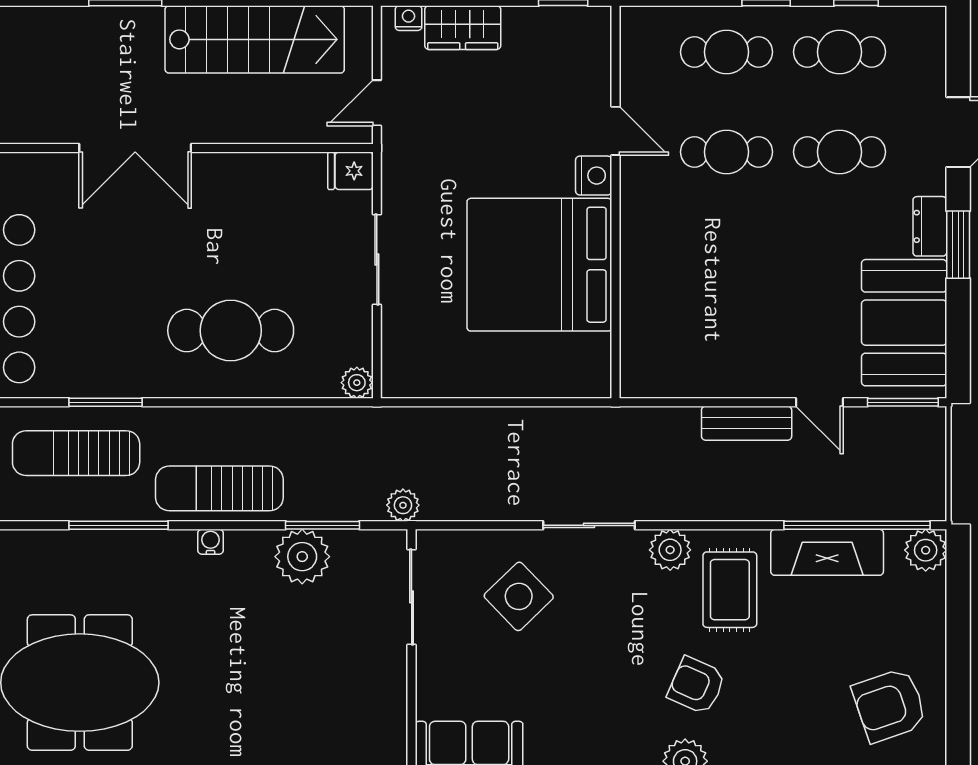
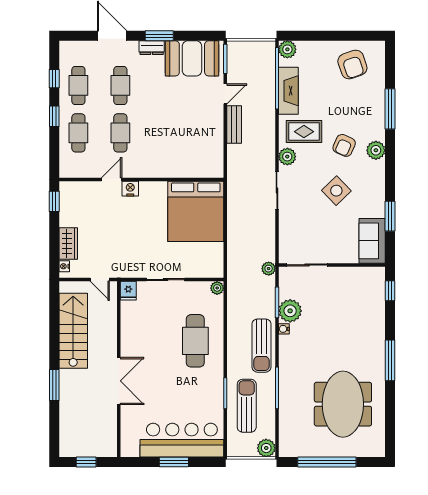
bed: (539, 265) -> (196, 211), moved
sun lounger: (76, 453) -> (247, 406), turned 180
water cooler: (211, 542) -> (284, 329), moved
side table: (519, 596) -> (336, 191), moved

